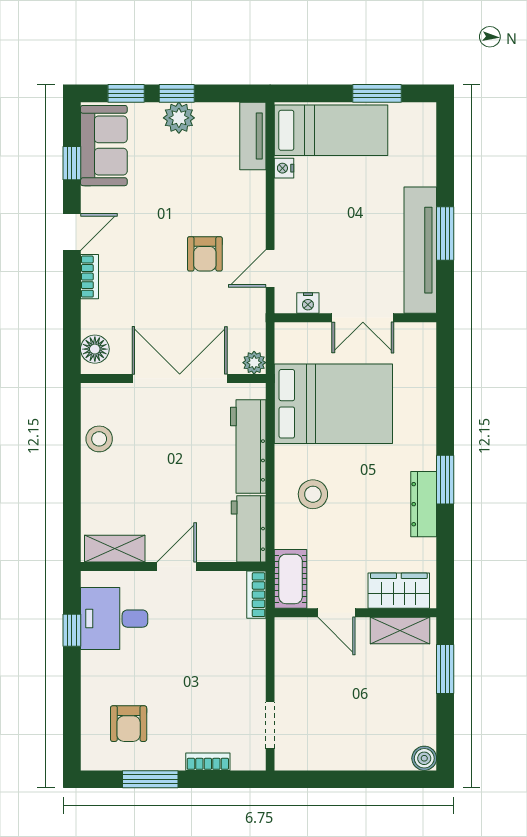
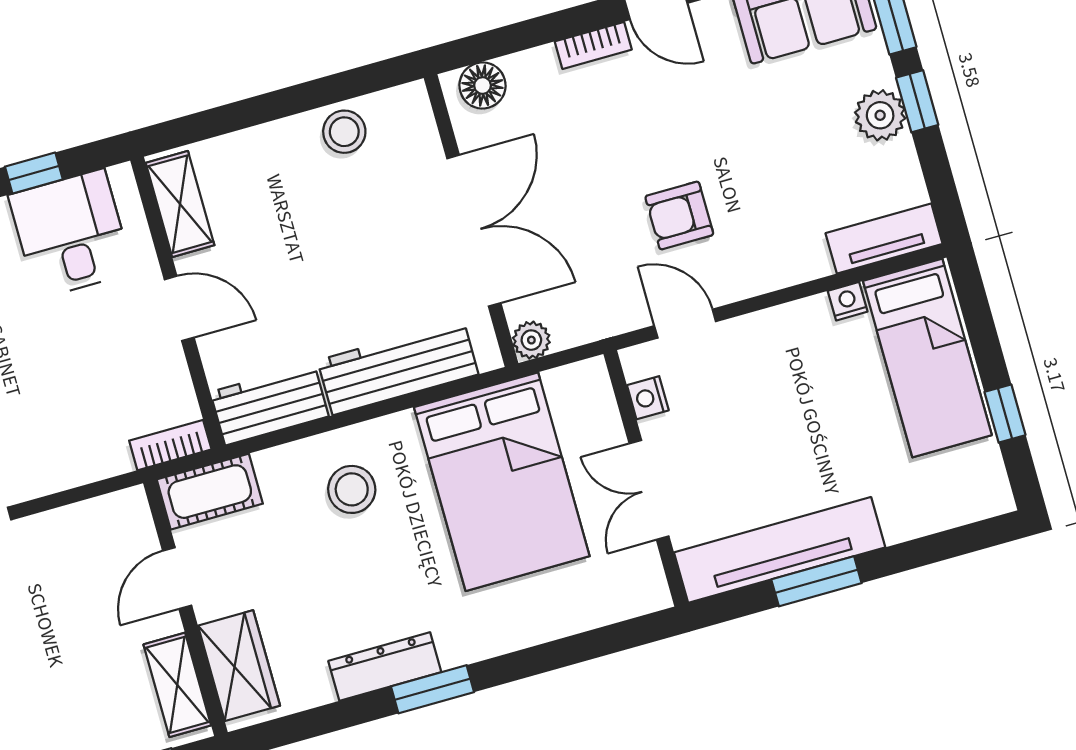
window: (377, 93) -> (1005, 414), width x0.67

